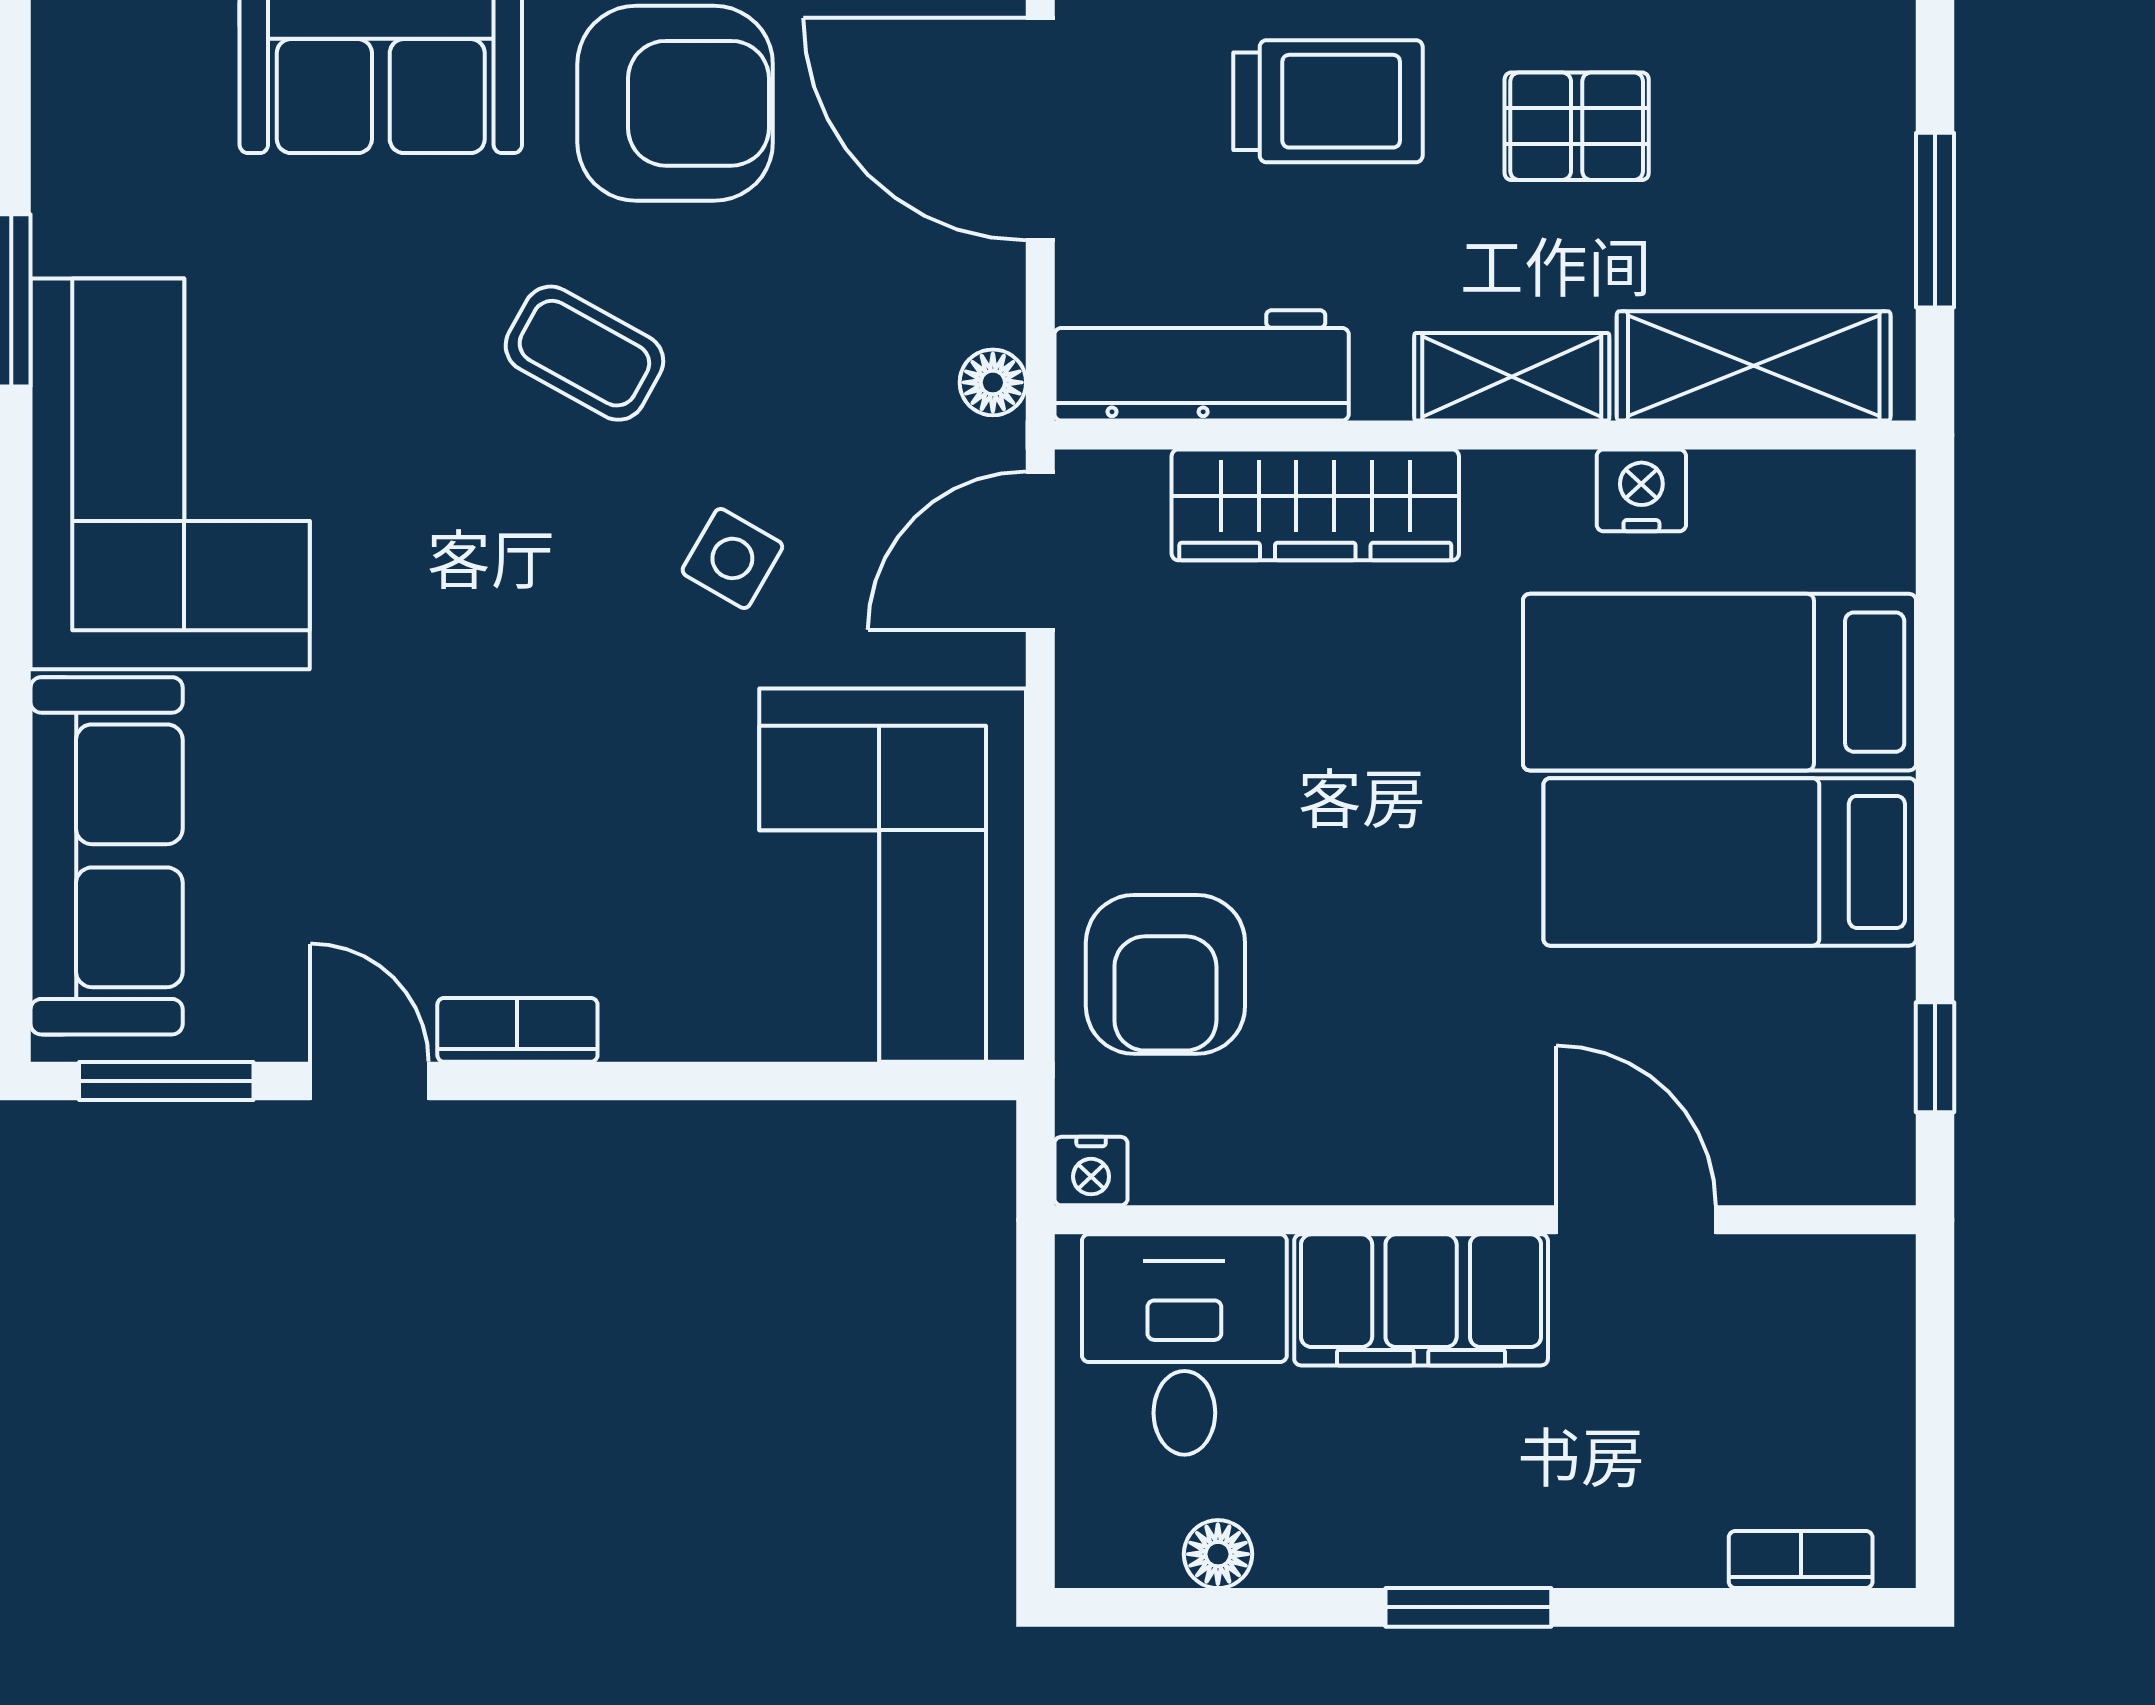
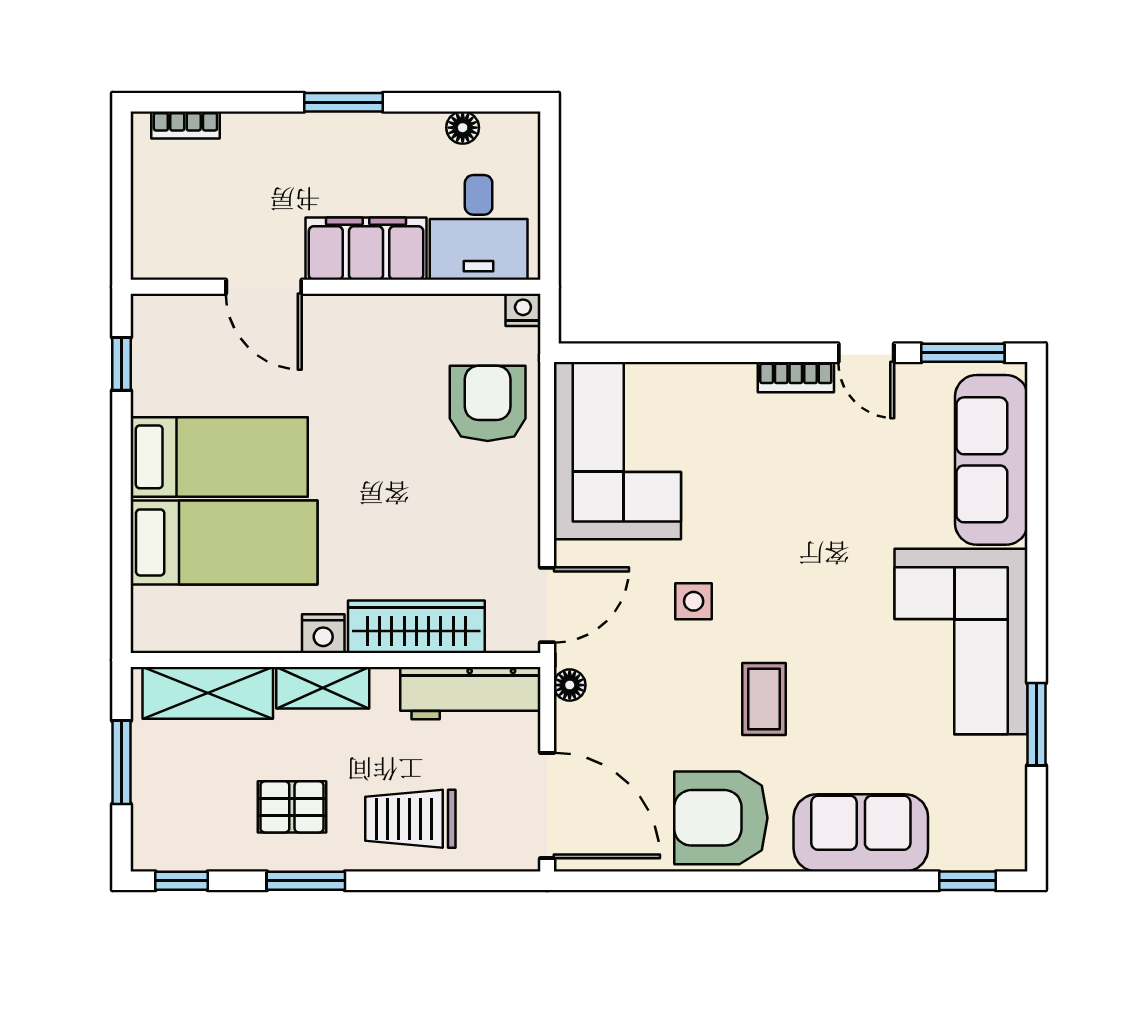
coffee table: (584, 353) -> (764, 699), turned 61
nightstand: (1641, 490) -> (323, 634), moved
side table: (732, 558) -> (694, 601), turned -30

